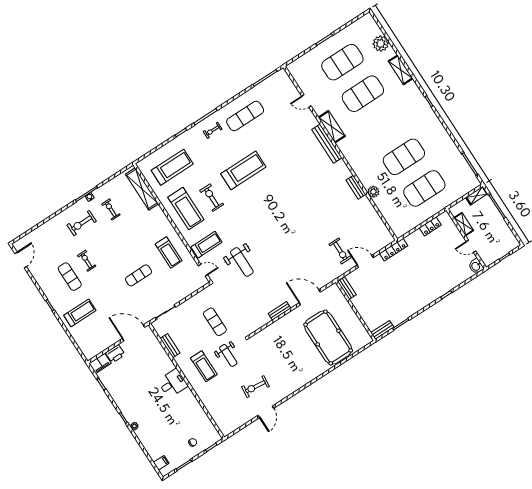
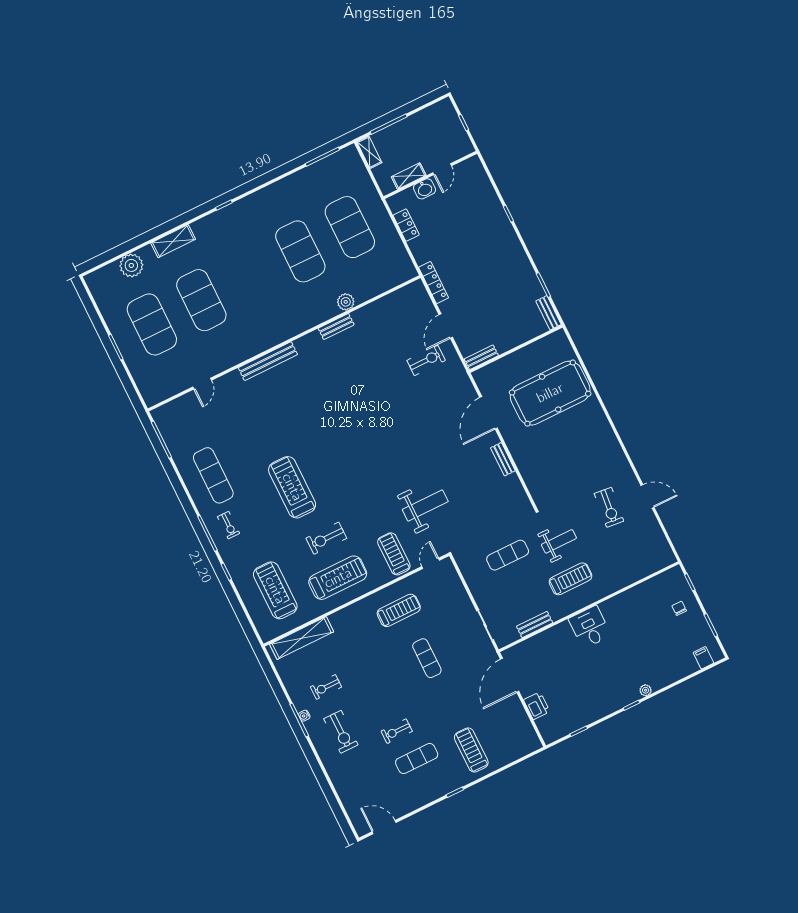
shelving: (332, 127) -> (244, 351), removed
washbasin: (476, 266) -> (425, 189), moved
filing cabinet: (100, 363) -> (548, 729), removed

